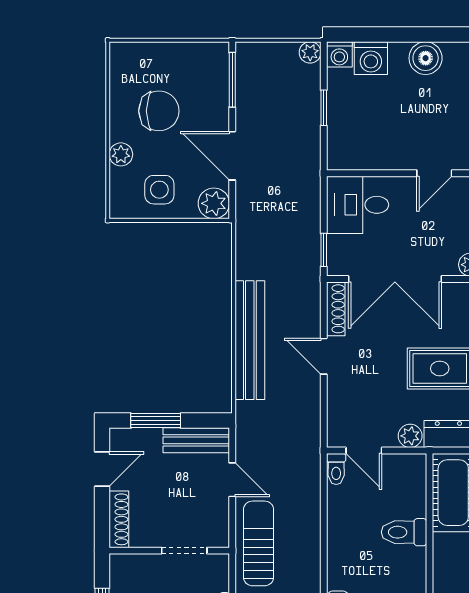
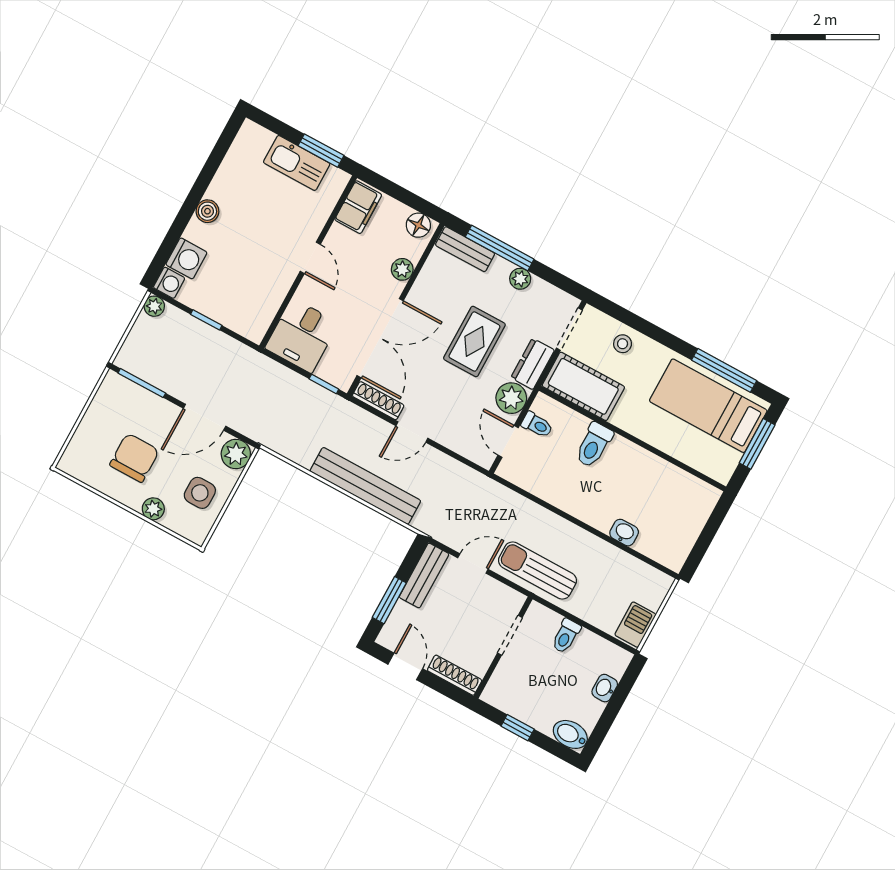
boiler: (426, 58) -> (207, 211), width x0.73, depth x0.73
plant: (410, 436) -> (511, 398), width x1.38, depth x1.38
door: (364, 451) -> (508, 441), swing flipped
toilet: (336, 469) -> (537, 425), moved

